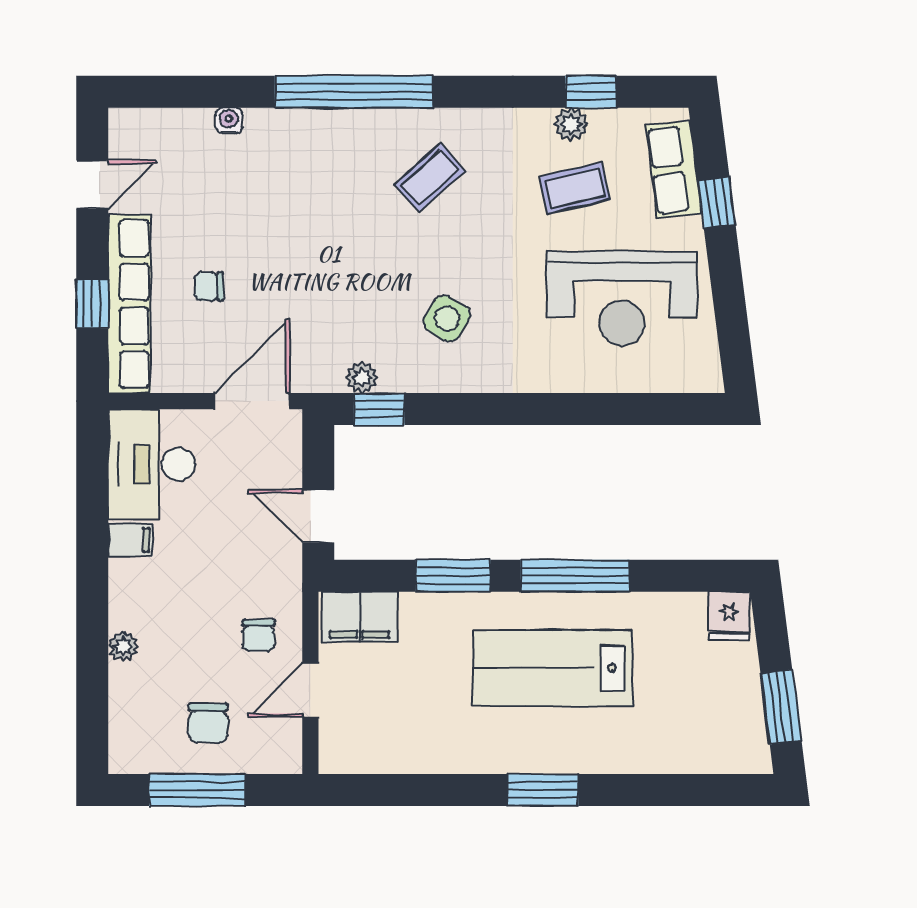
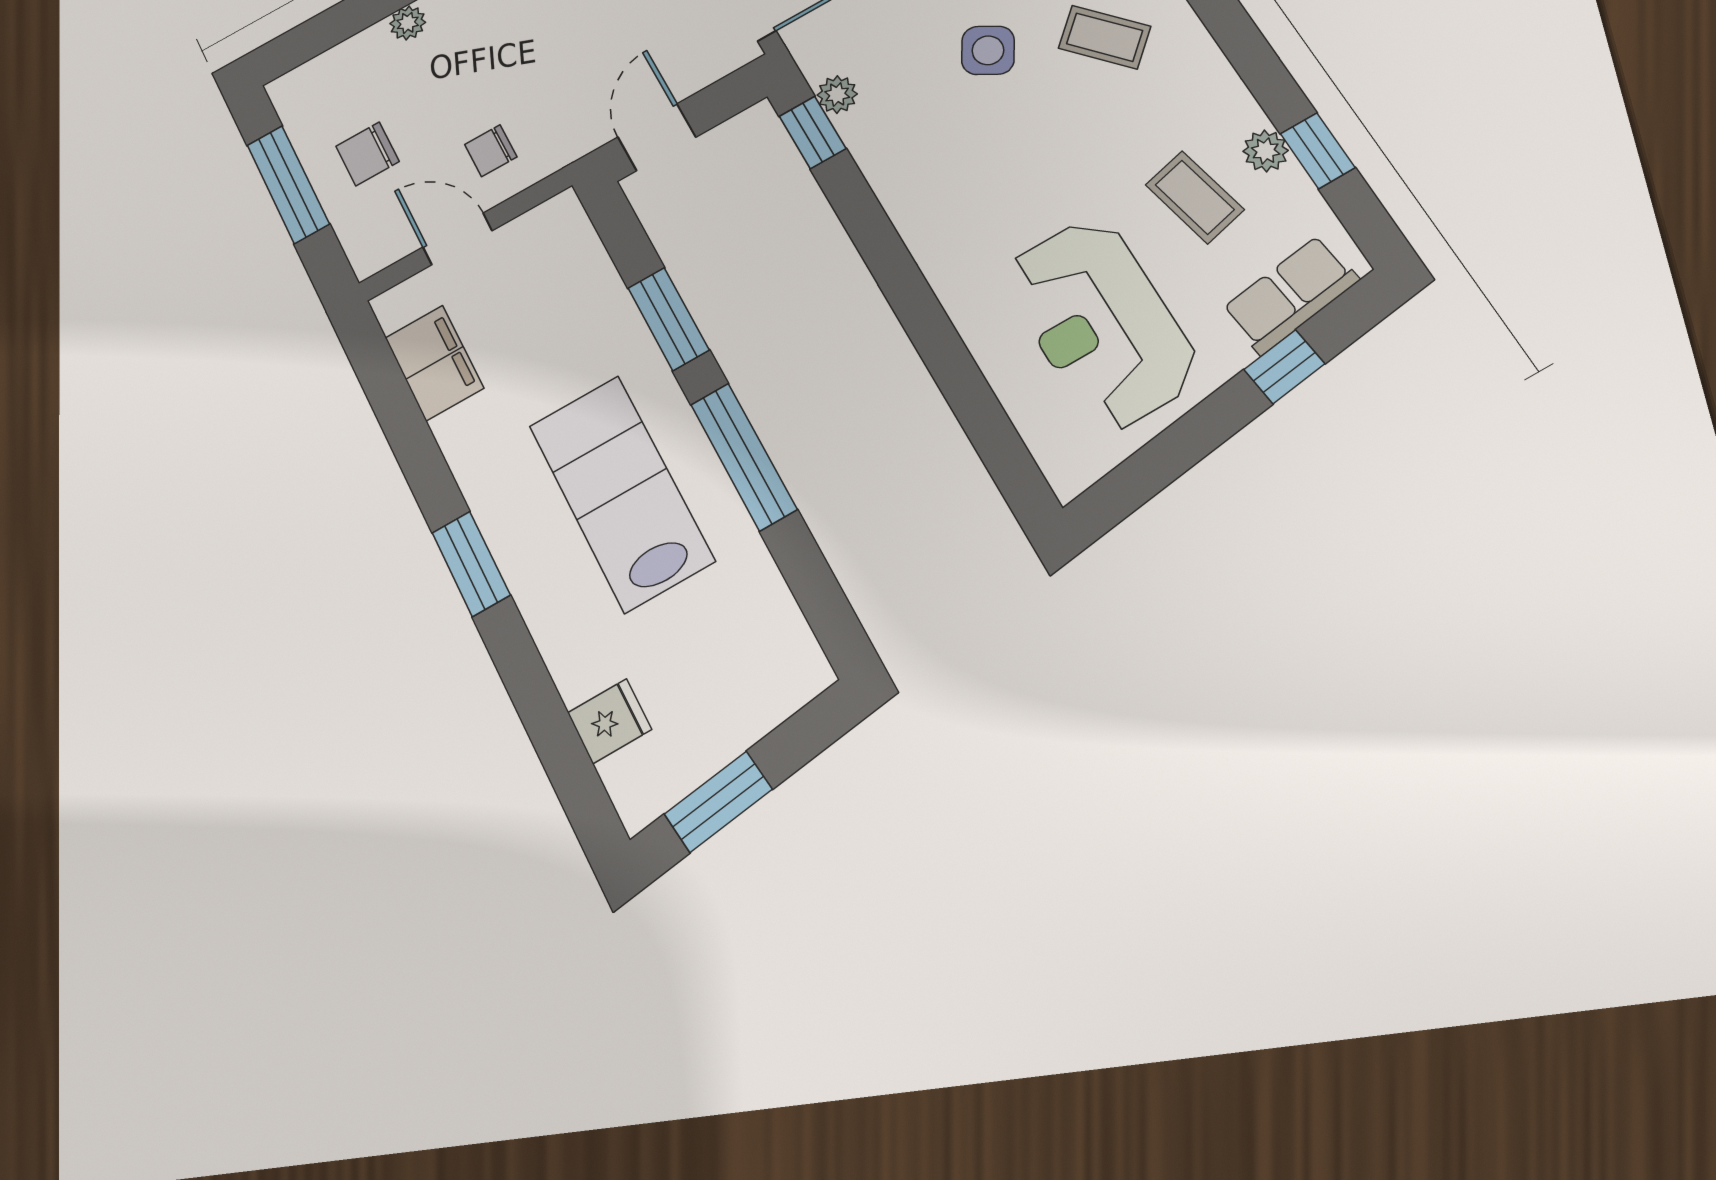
side table: (447, 318) -> (988, 50), moved
fridge: (729, 616) -> (610, 721), moved, turned 180
filing cabinet: (360, 617) -> (434, 363), moved, turned 180

